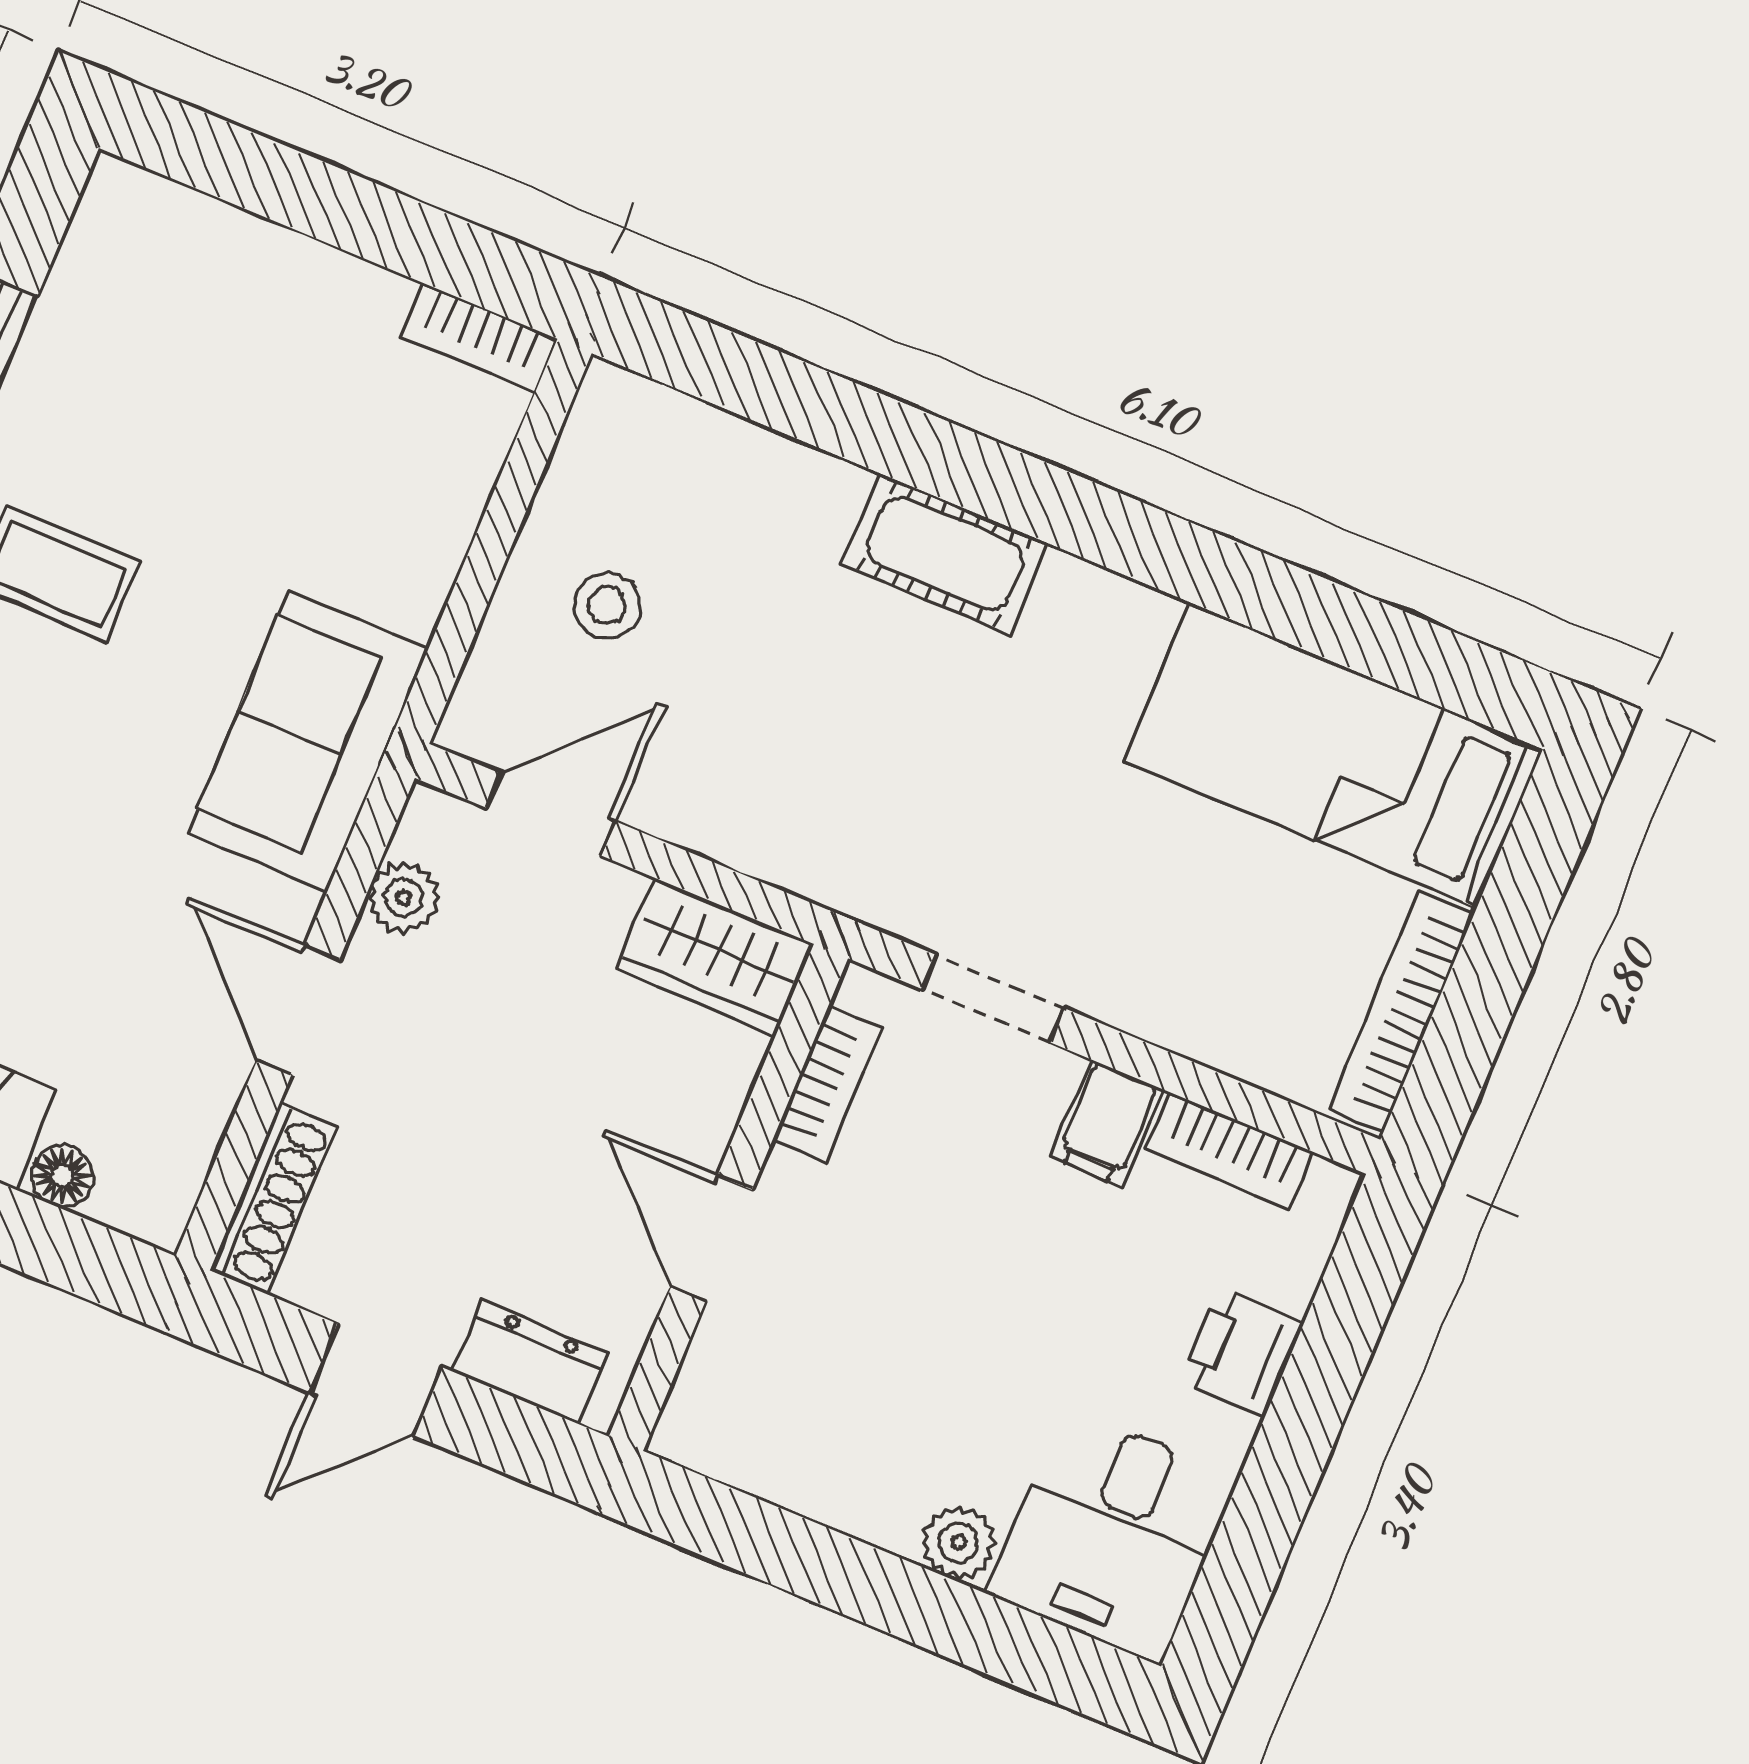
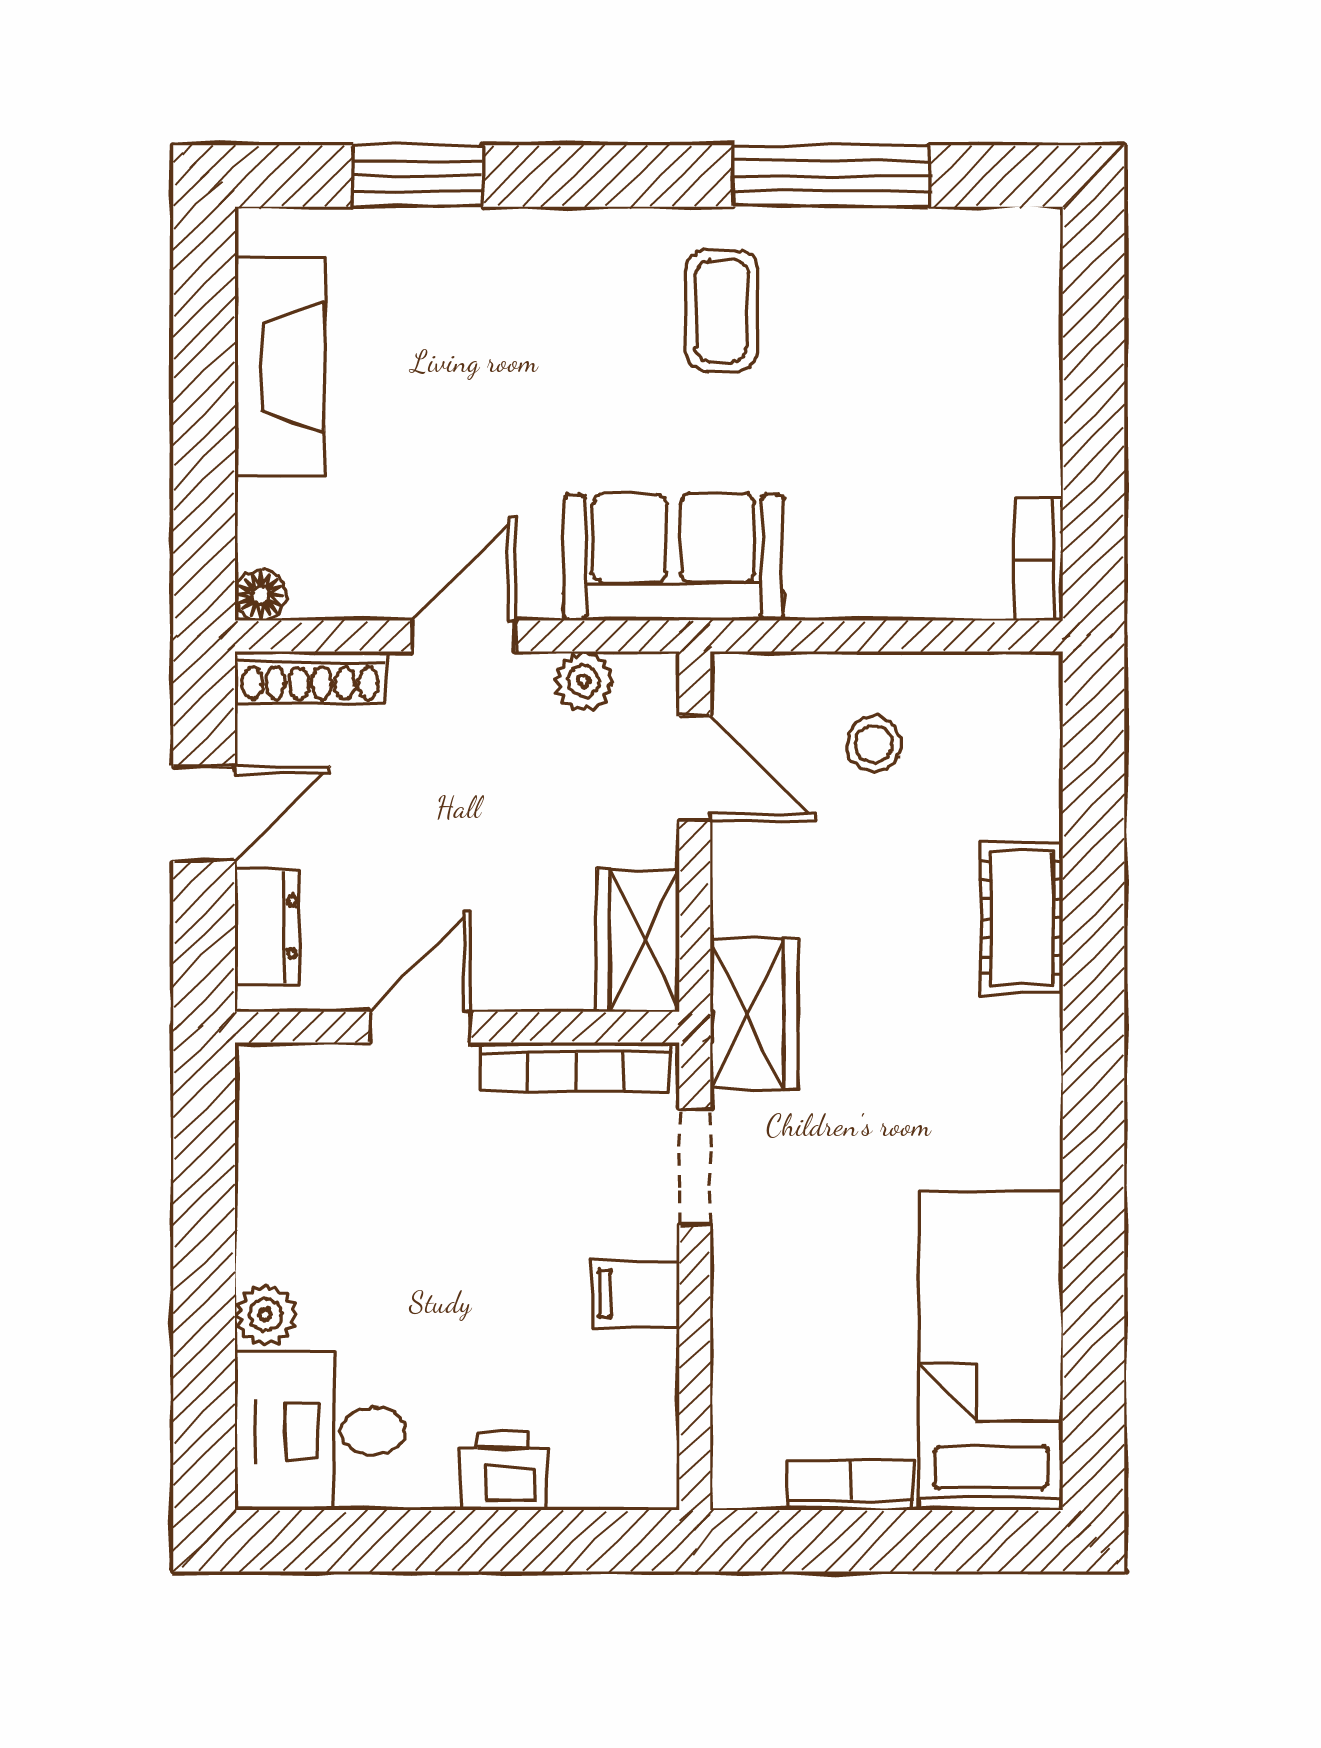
cot: (945, 554) -> (1022, 918), moved
wardrobe: (851, 863) -> (754, 1014), added
bookcase: (1401, 1012) -> (850, 1485), width x0.64
bookcase: (827, 1084) -> (576, 1067), width x1.56
bookcase: (1230, 1151) -> (654, 1398), removed
floor lamp: (62, 1176) -> (260, 595), moved
door: (375, 1379) -> (204, 814), swing flipped

